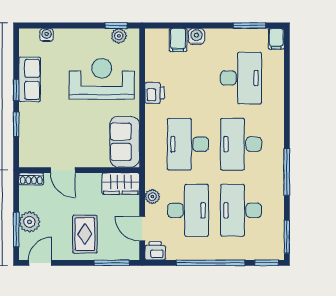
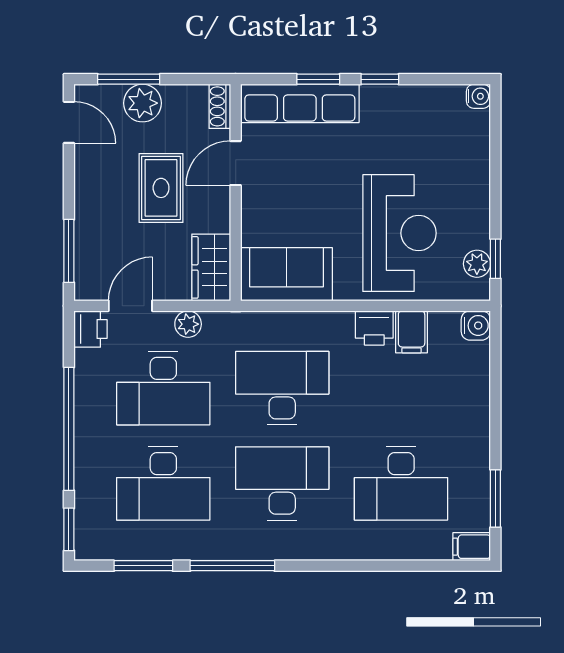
water cooler: (47, 35) -> (478, 96), moved
water cooler: (196, 36) -> (476, 325), moved
filing cabinet: (178, 40) -> (412, 332), moved, turned -90
row of seats: (30, 79) -> (300, 103), moved, width x1.48
desk: (241, 210) -> (163, 483), turned 180
rug: (85, 234) -> (161, 188), moved, turned 90
window: (287, 237) -> (143, 566), moved

